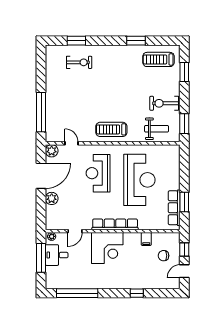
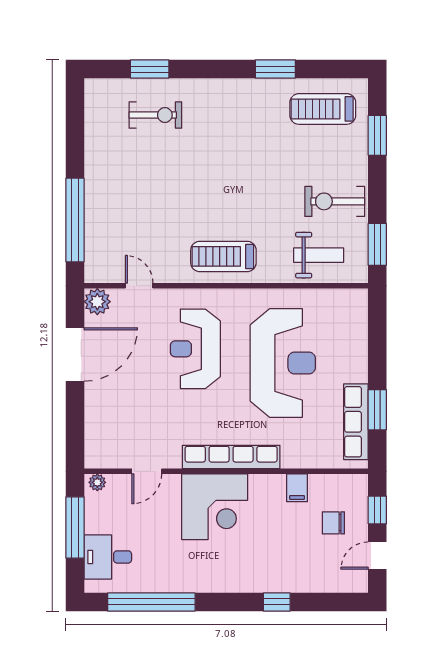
plant: (52, 198) -> (97, 402), removed
desk: (57, 255) -> (108, 557), moved

